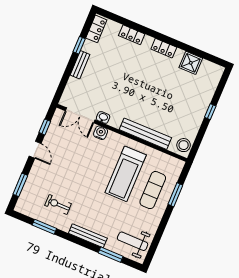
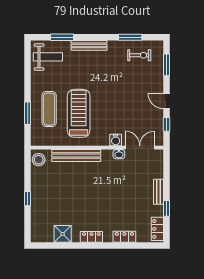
exercise bike: (58, 205) -> (139, 55), moved

